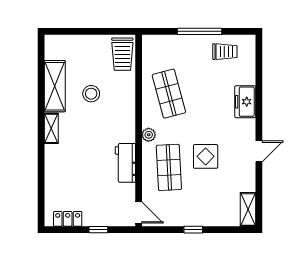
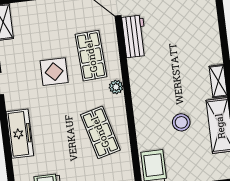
freezer: (245, 102) -> (20, 134), width x1.40
workbench: (125, 163) -> (135, 36), moved

